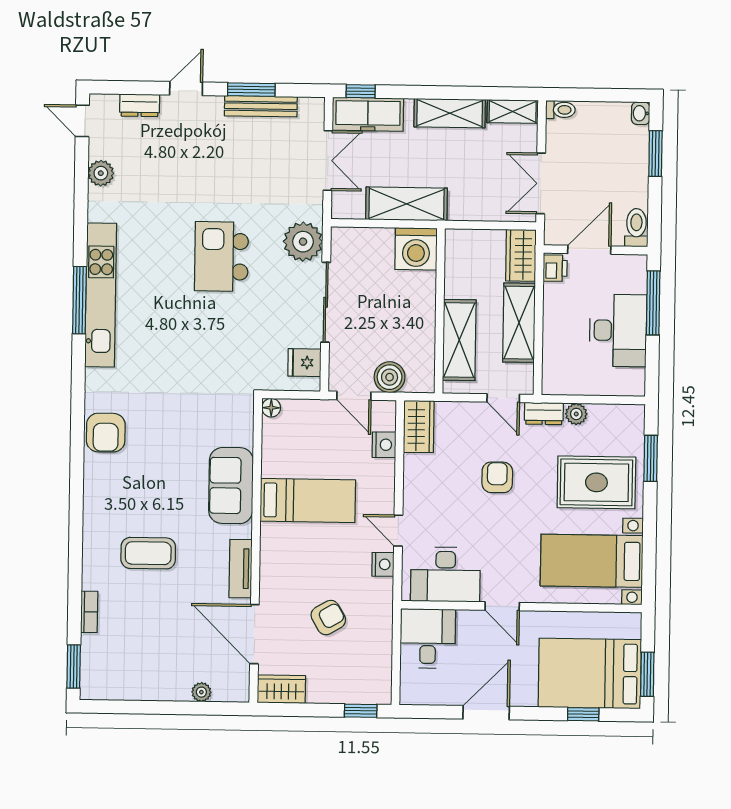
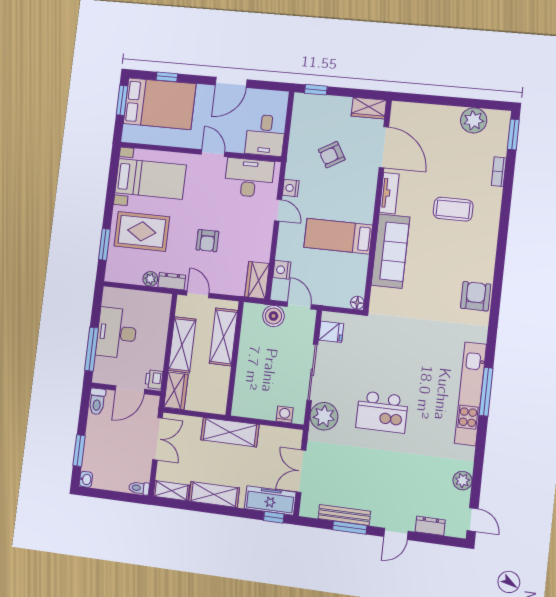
shelving: (406, 204) -> (230, 432), moved
washing machine: (416, 249) -> (285, 414), moved, width x0.53, depth x0.53
kitchen island: (221, 257) -> (382, 412), turned 90
sofa: (231, 486) -> (390, 251), width x1.36
plant: (201, 692) -> (474, 120), moved, width x1.88, depth x1.88

